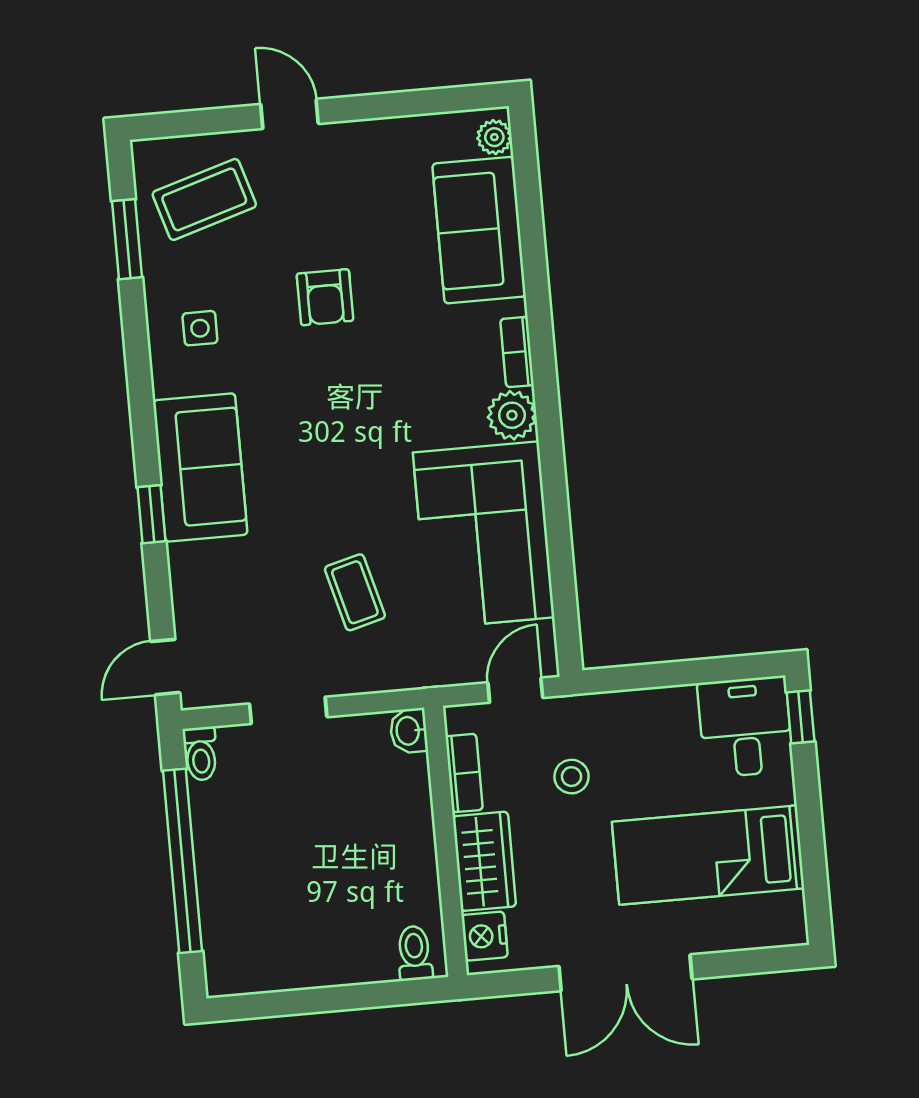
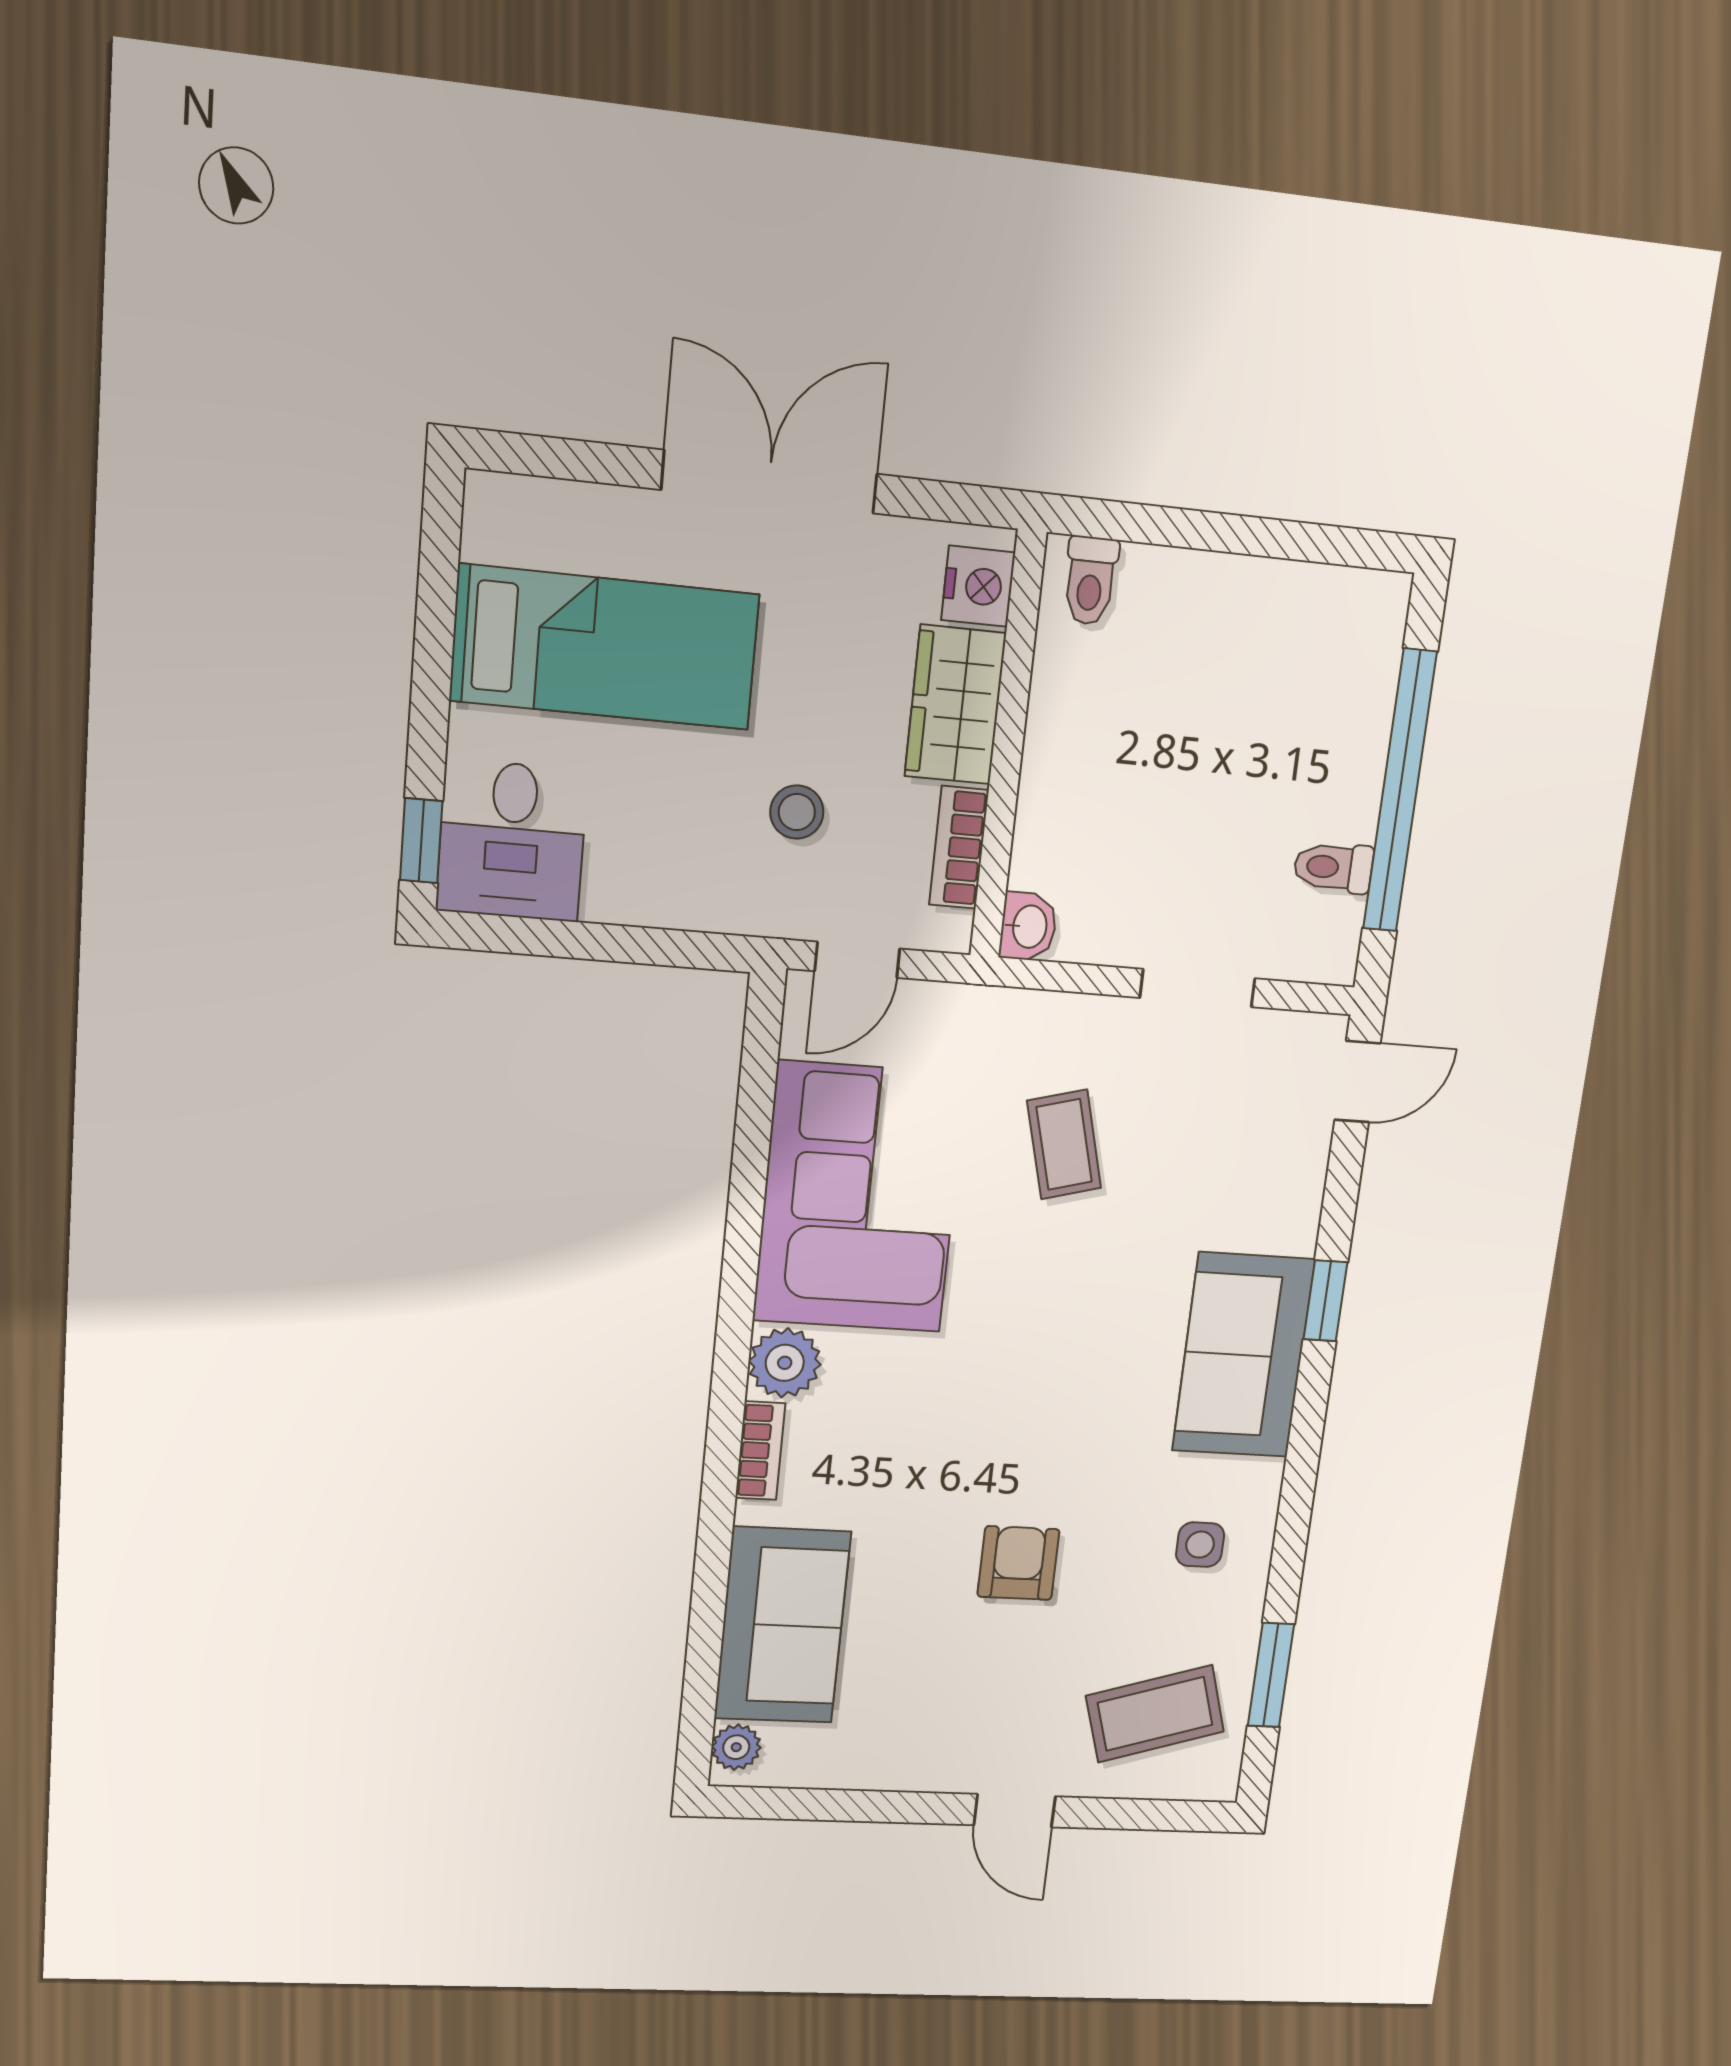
toilet: (201, 754) -> (1333, 867), moved, turned -90

